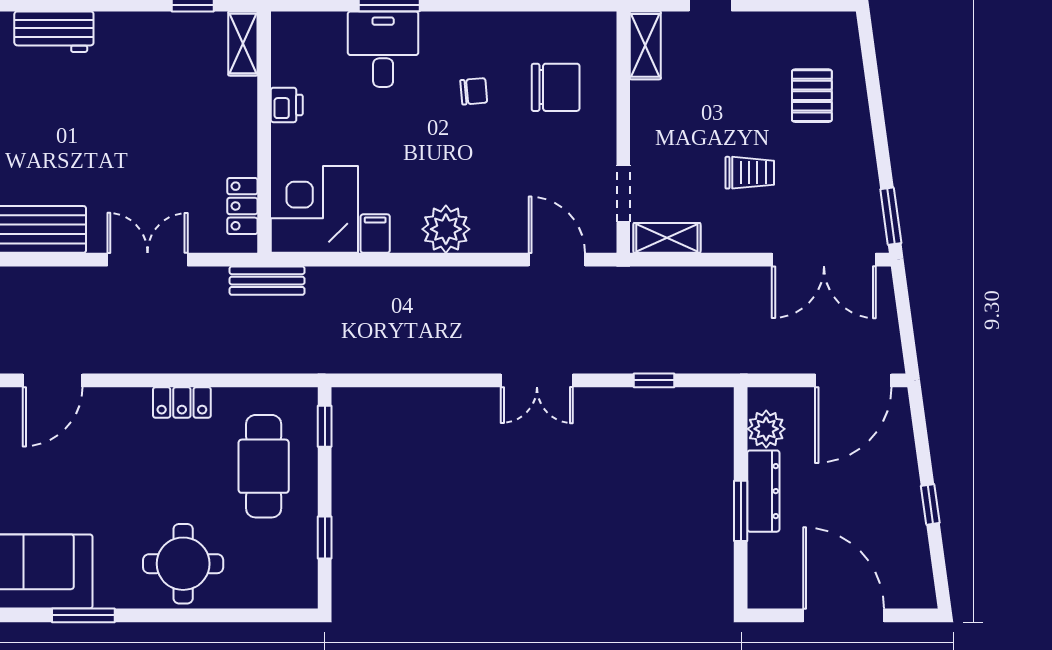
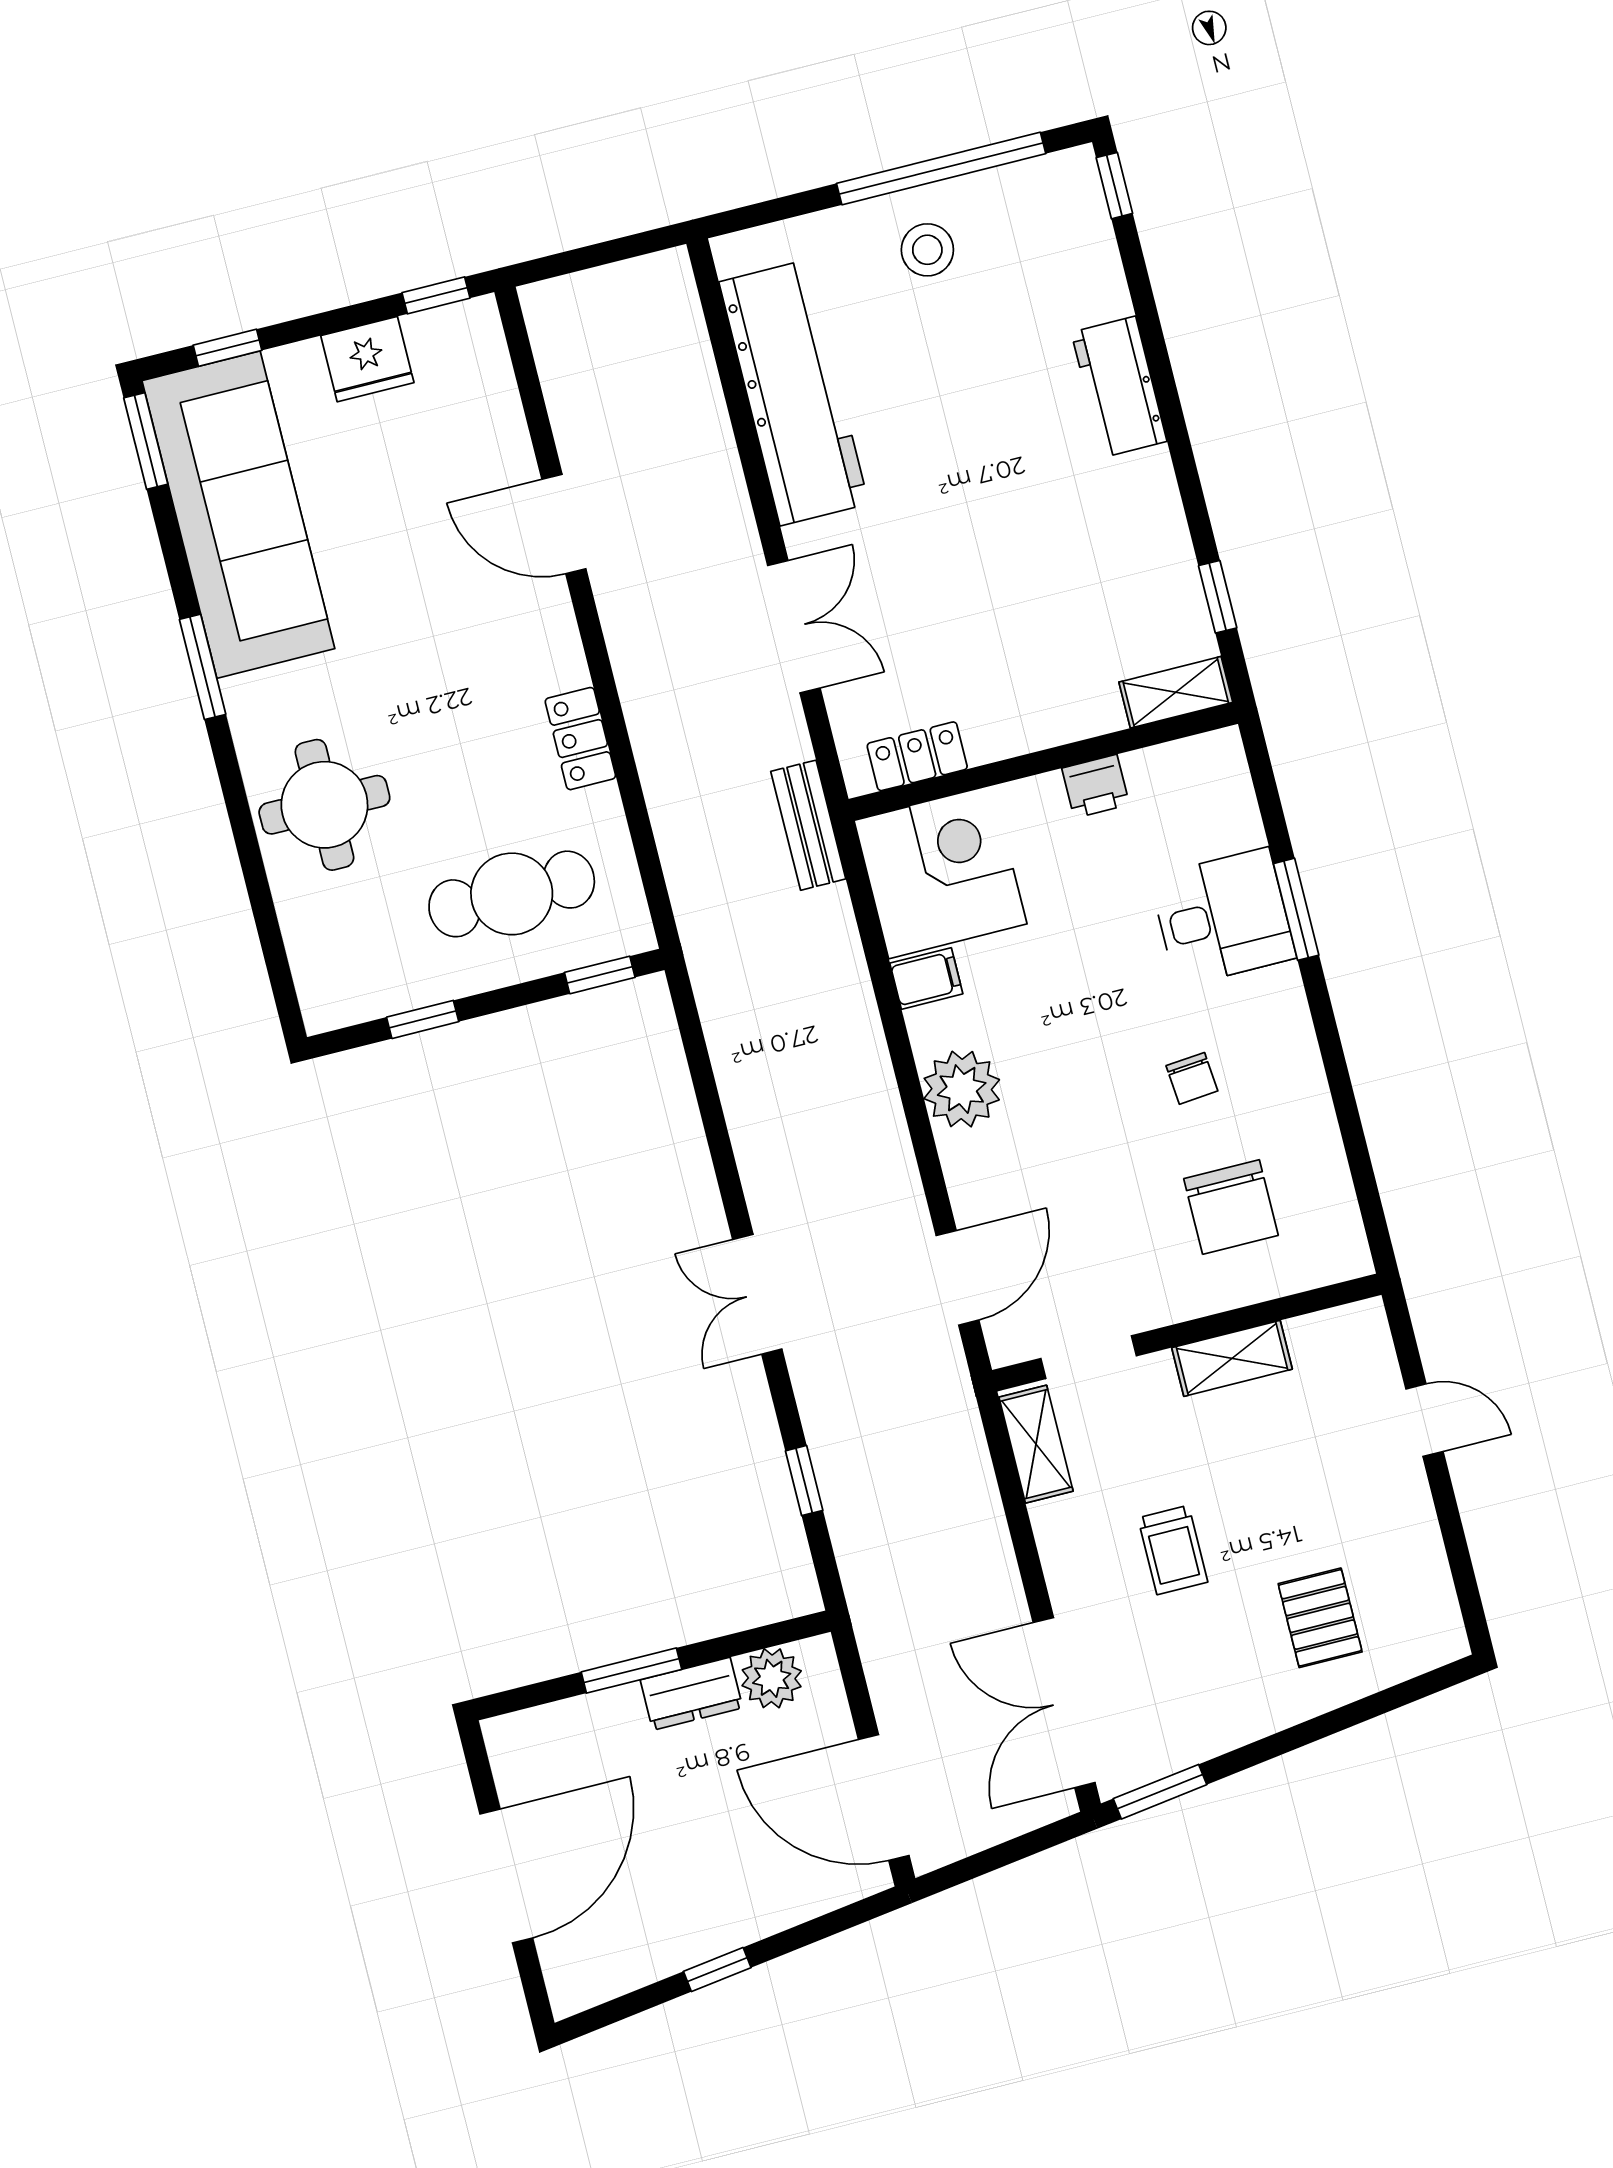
shelving: (645, 45) -> (1232, 1358), moved
pallet: (812, 96) -> (1320, 1618), turned 90
dresser: (763, 491) -> (692, 1694), width x0.70

